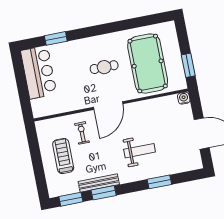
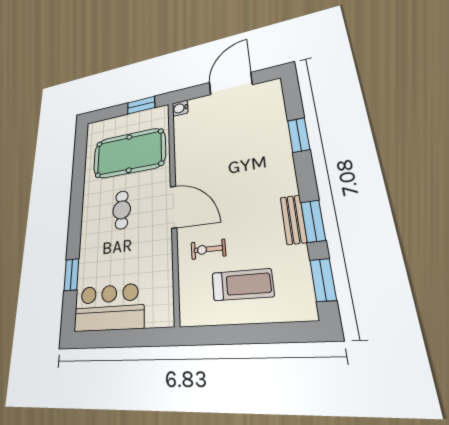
weight bench: (140, 151) -> (246, 164), removed
treadmill: (63, 156) -> (242, 285), turned 180
bench: (99, 183) -> (293, 220), width x0.73

